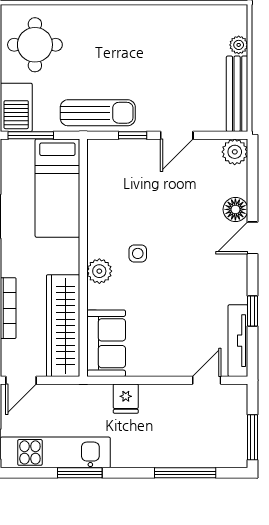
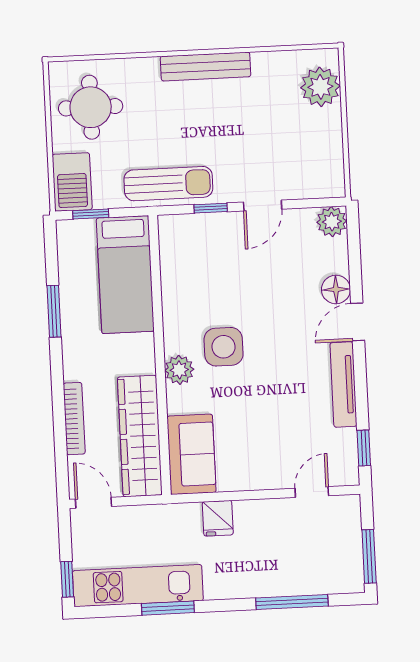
plant: (239, 45) -> (320, 87), width x1.87, depth x1.87
bench: (237, 94) -> (206, 67), moved, turned 90
window: (31, 135) -> (91, 214), width x0.67
side table: (138, 253) -> (224, 347), width x1.87, depth x1.87
window: (253, 311) -> (364, 448), moved
tv unit: (238, 341) -> (343, 384), moved
door: (21, 380) -> (94, 503), swing flipped

